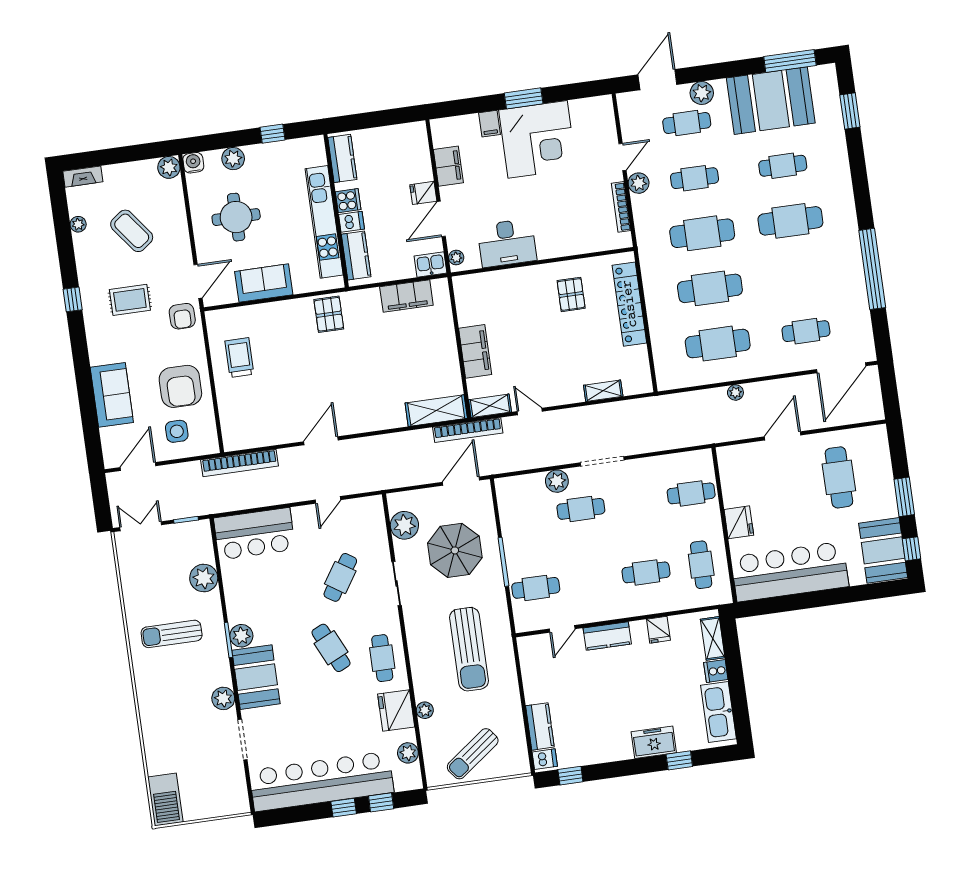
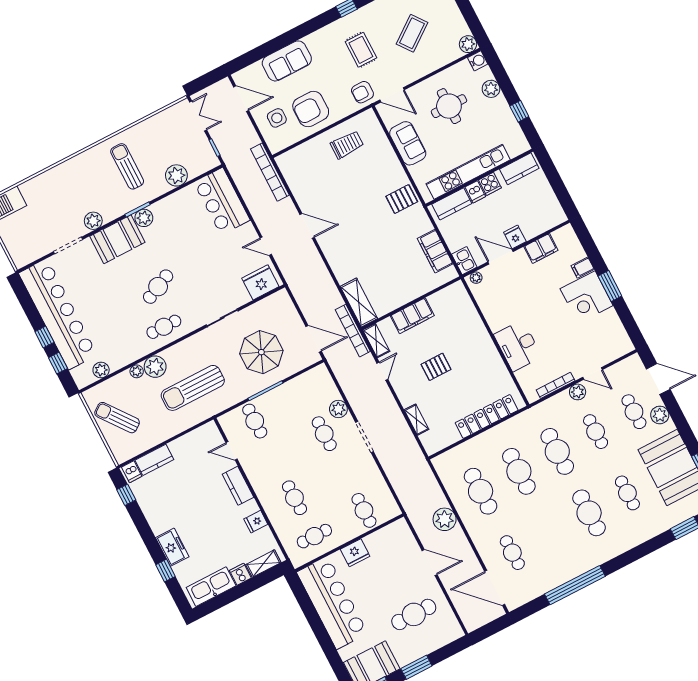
corner desk: (538, 139) -> (587, 297), width x0.74, depth x0.74
desk: (507, 243) -> (518, 346), moved
pallet: (571, 294) -> (436, 367), moved
plant: (735, 392) -> (445, 519), width x1.88, depth x1.88
plant: (404, 525) -> (155, 367), moved
cafe table: (340, 577) -> (212, 275), removed
fridge: (396, 710) -> (260, 282), moved

